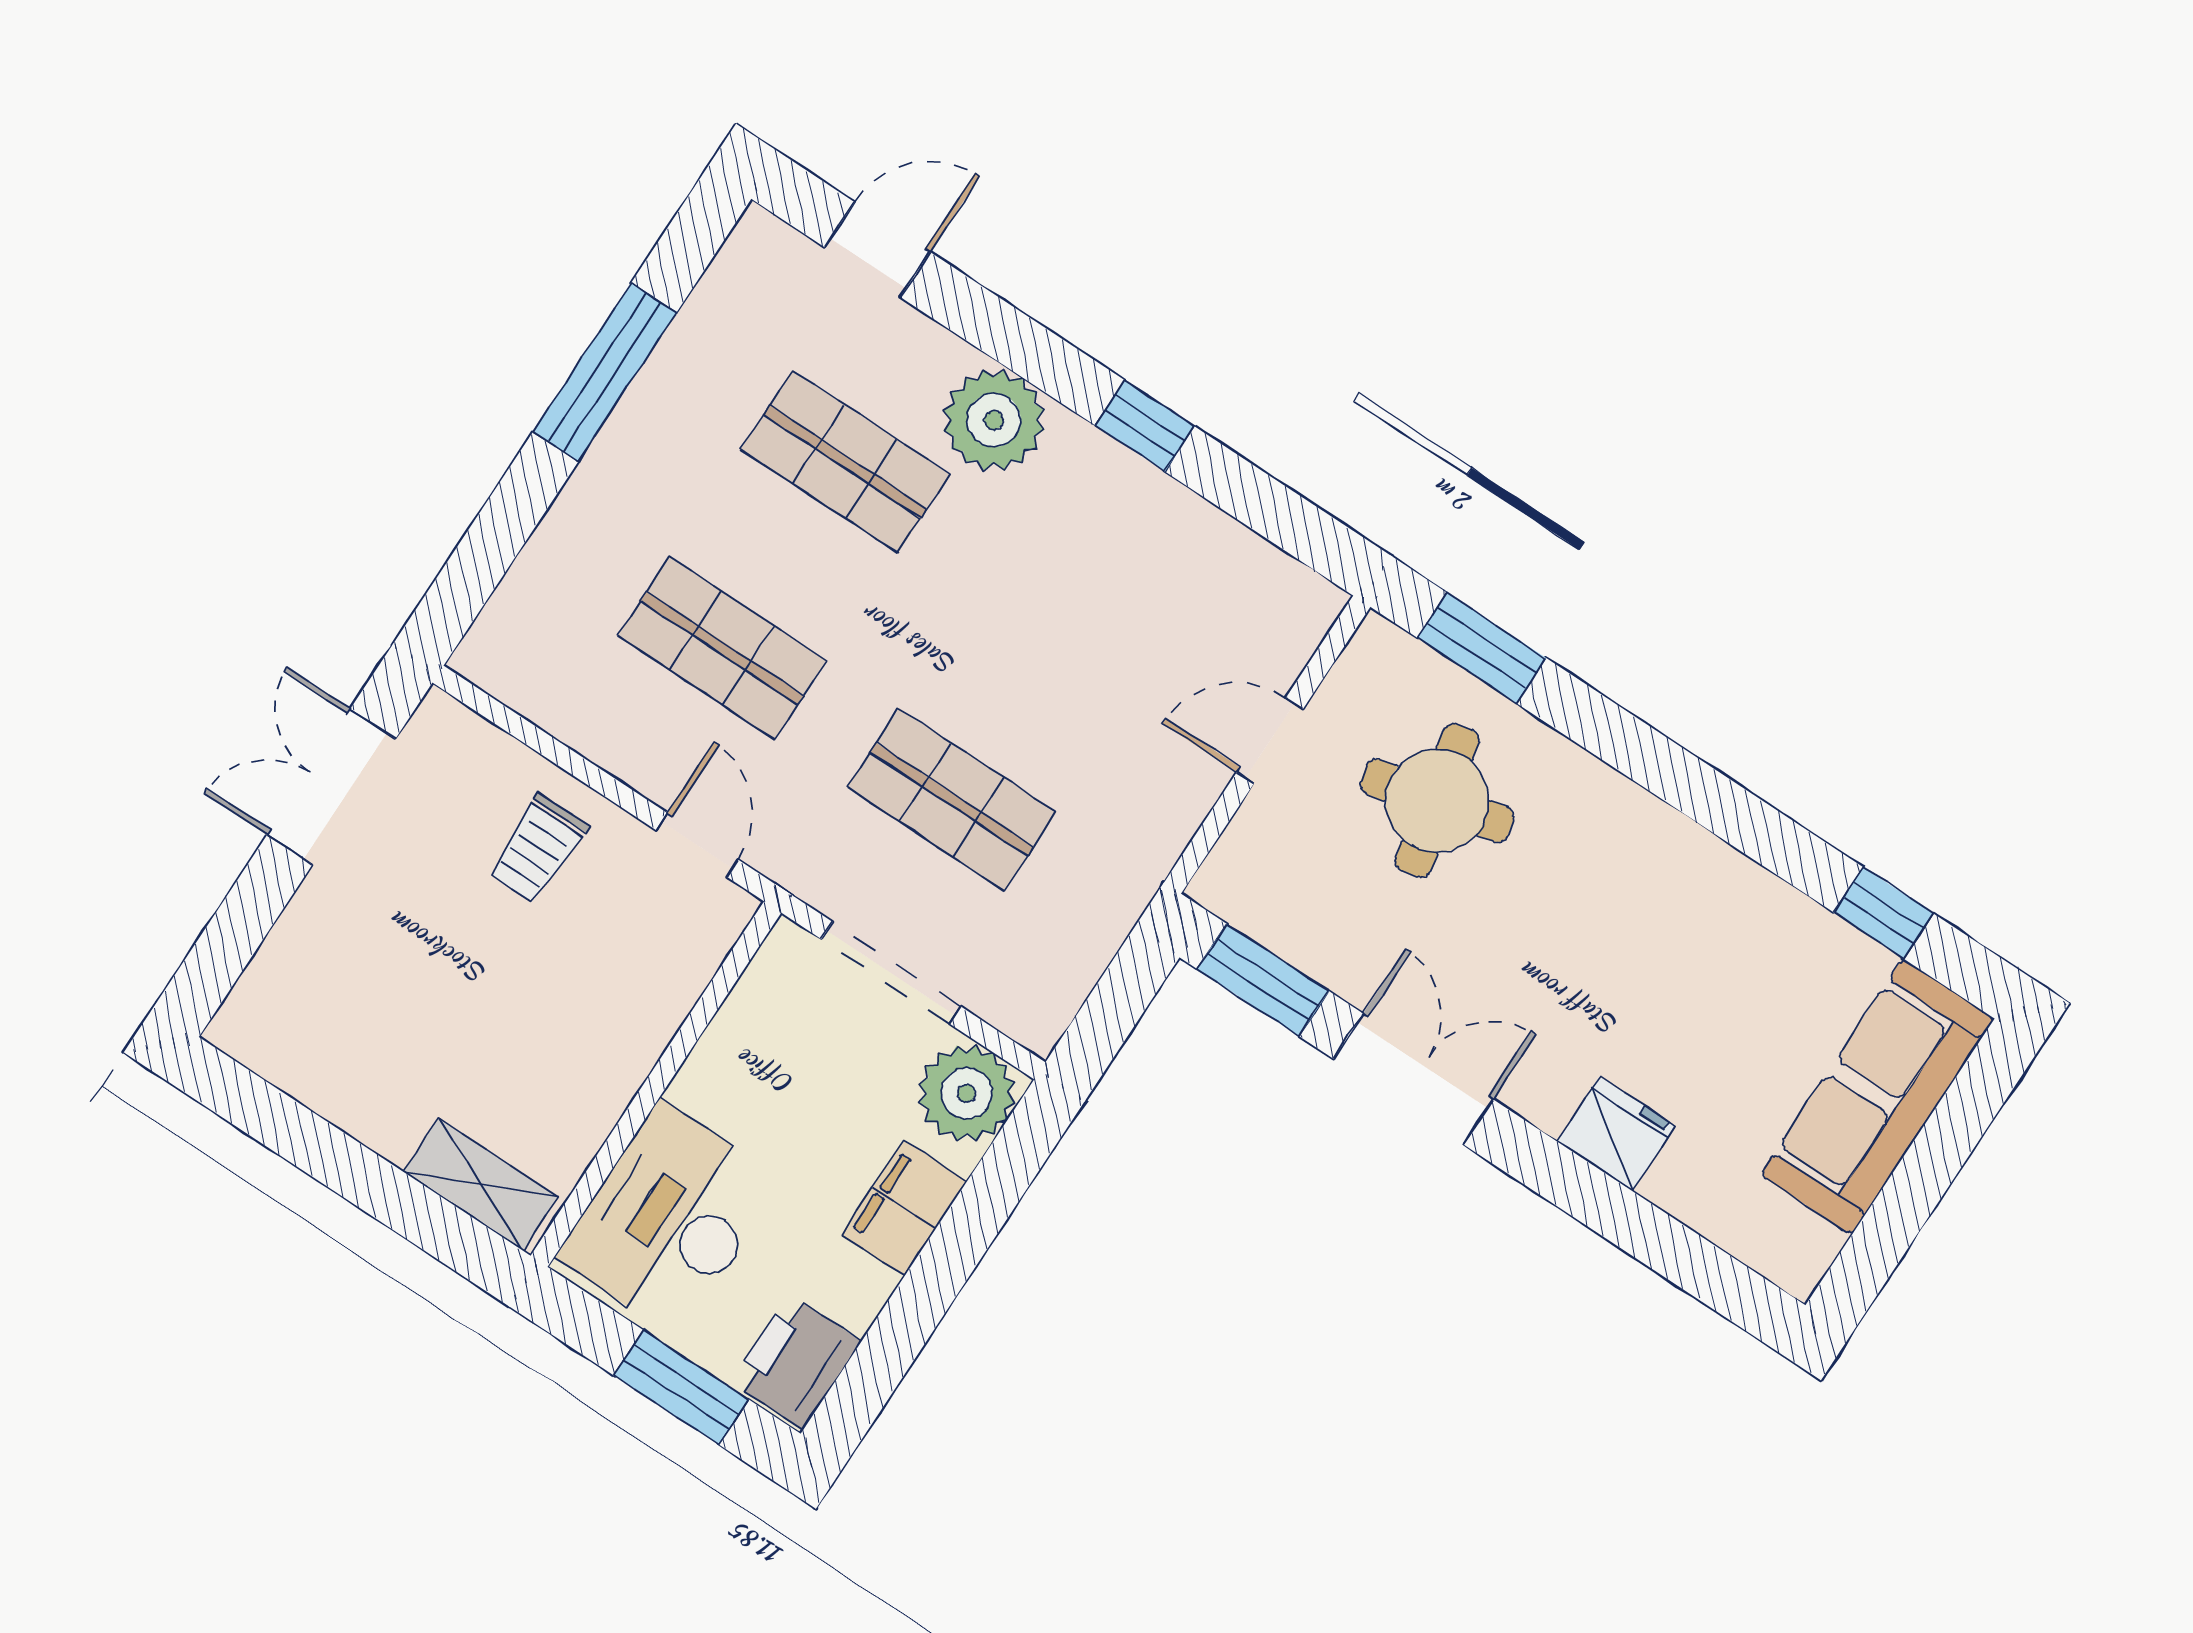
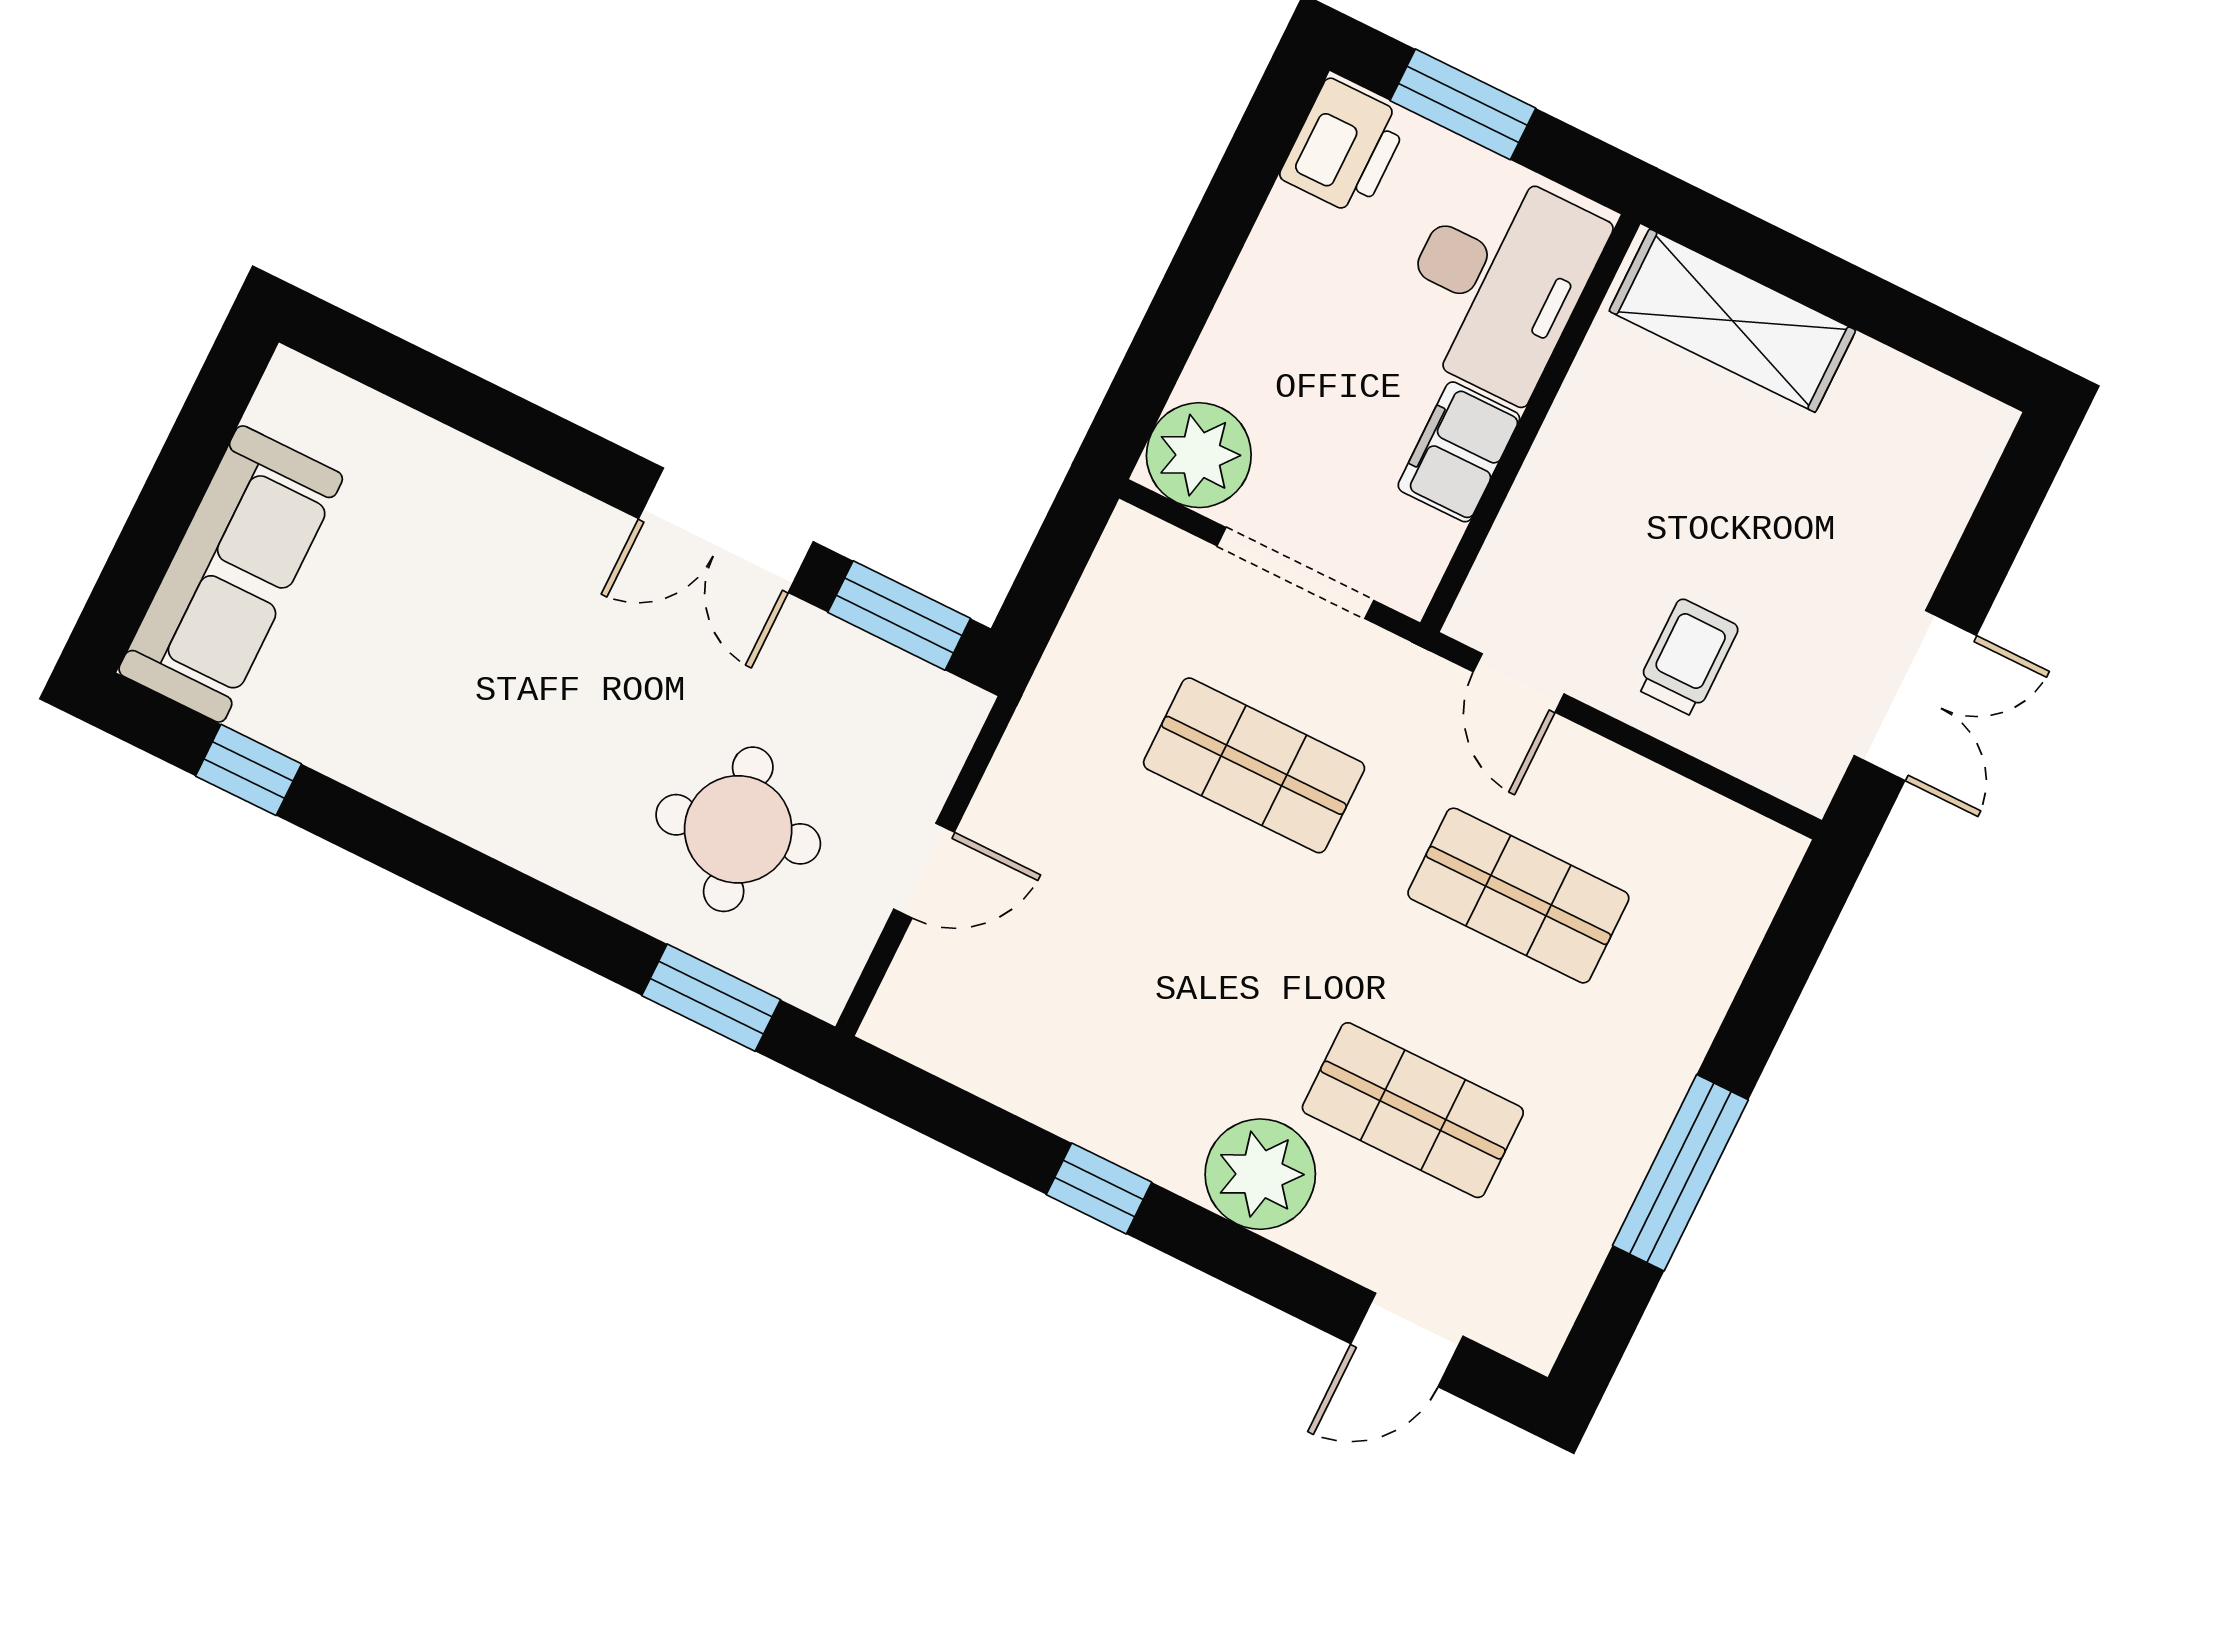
fridge: (1616, 1134) -> (503, 499), removed
shelving: (481, 1184) -> (1732, 321), width x1.50, depth x1.33
filing cabinet: (904, 1208) -> (1459, 452), moved, turned 180

